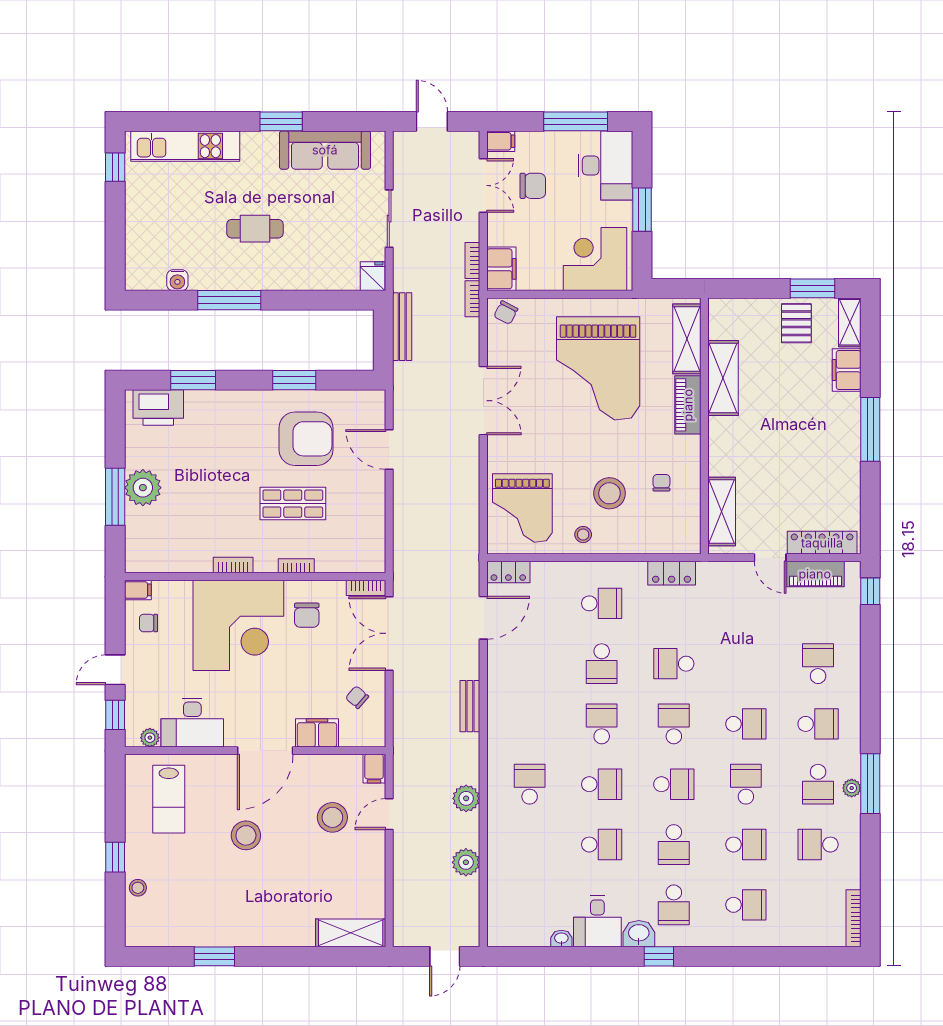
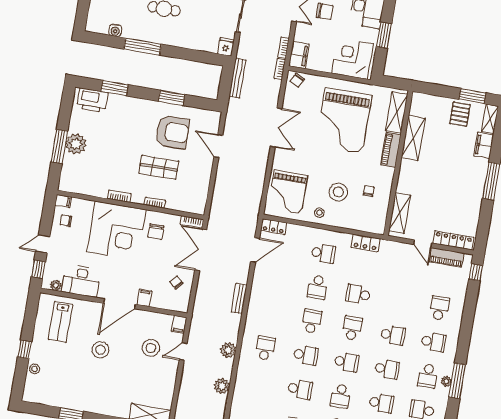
filing cabinet: (317, 733) -> (144, 298), width x0.50
school desk: (746, 784) -> (387, 369), turned 90

